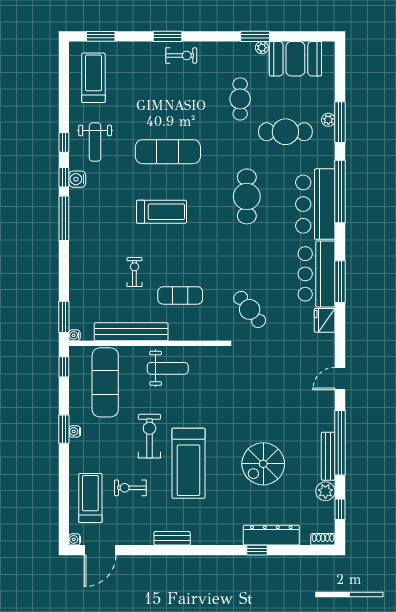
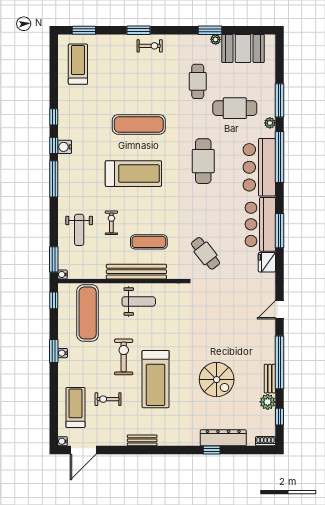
plant: (328, 120) -> (270, 123), moved
weight bench: (95, 142) -> (79, 230), moved
treadmill: (161, 212) -> (133, 174), width x1.37, depth x1.38
bench: (131, 332) -> (136, 272), moved
bench: (328, 456) -> (270, 379), width x0.73
spiral stairs: (263, 464) -> (217, 380), turned -90

